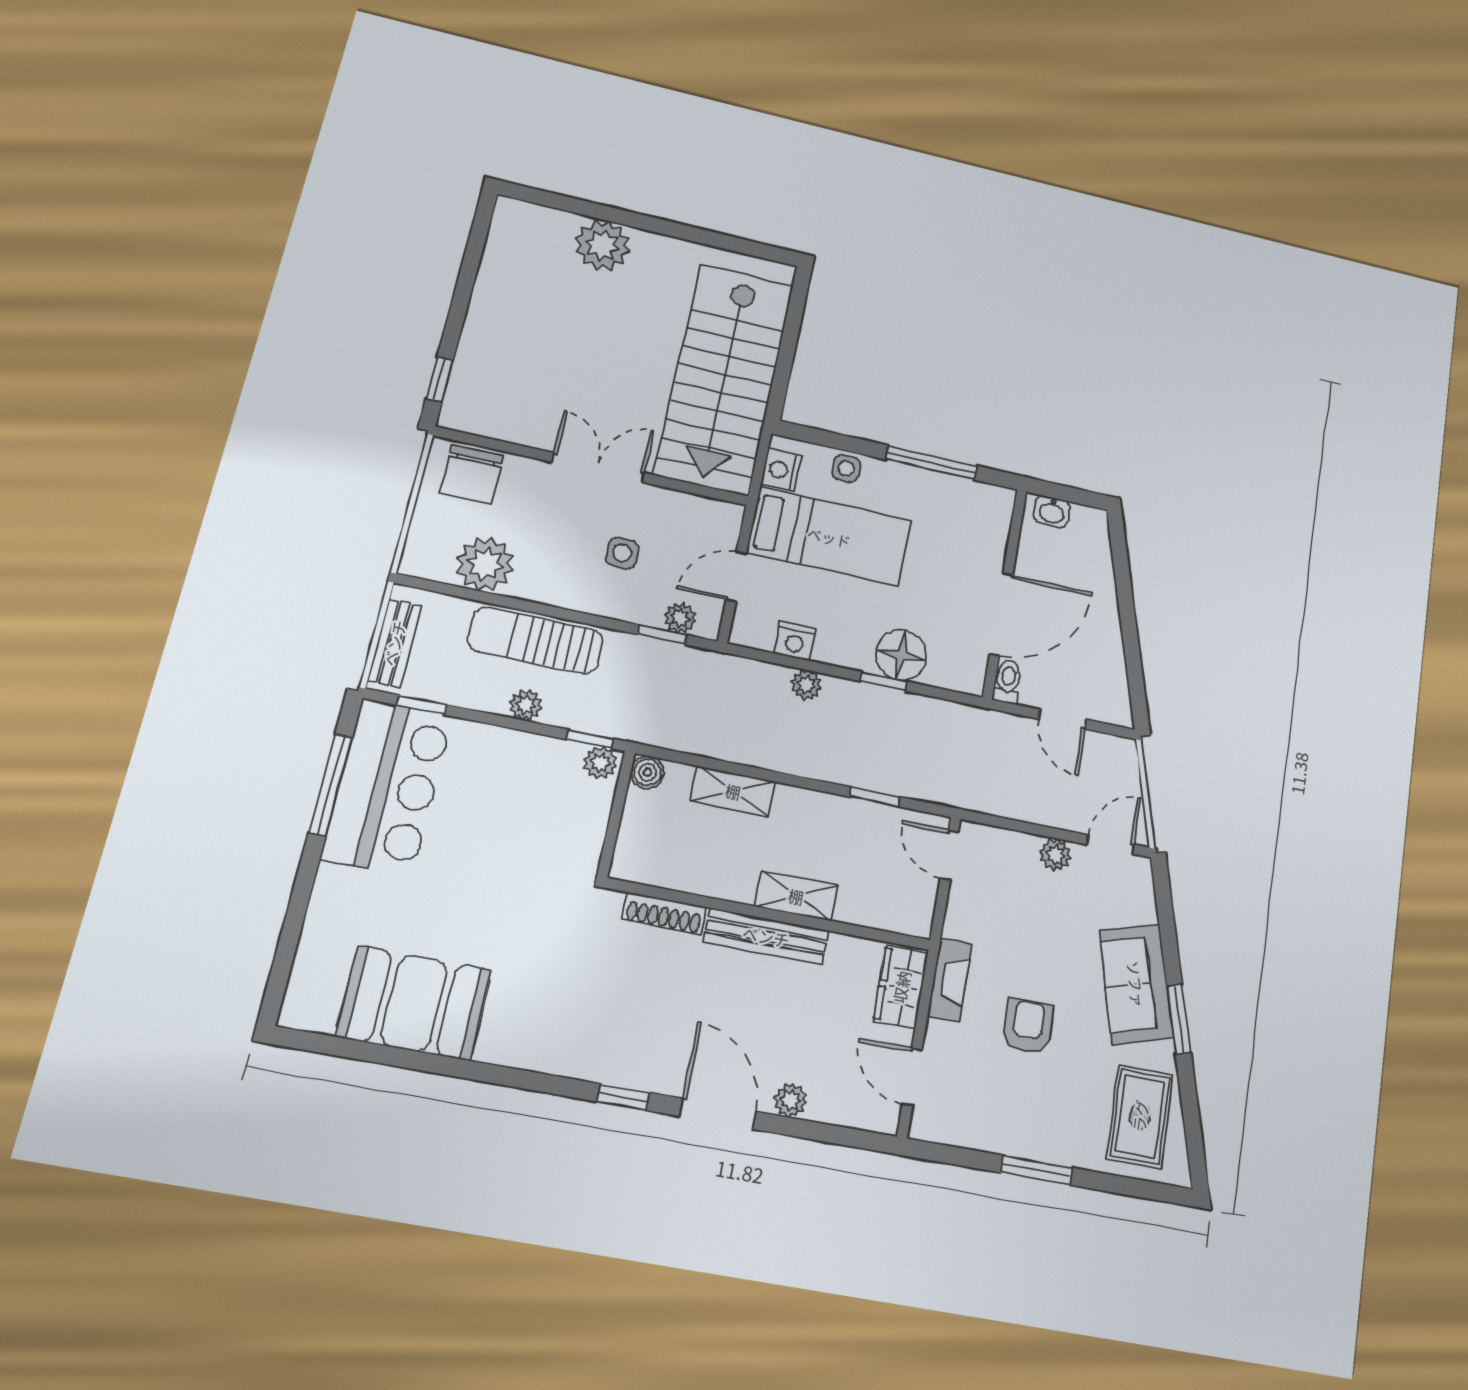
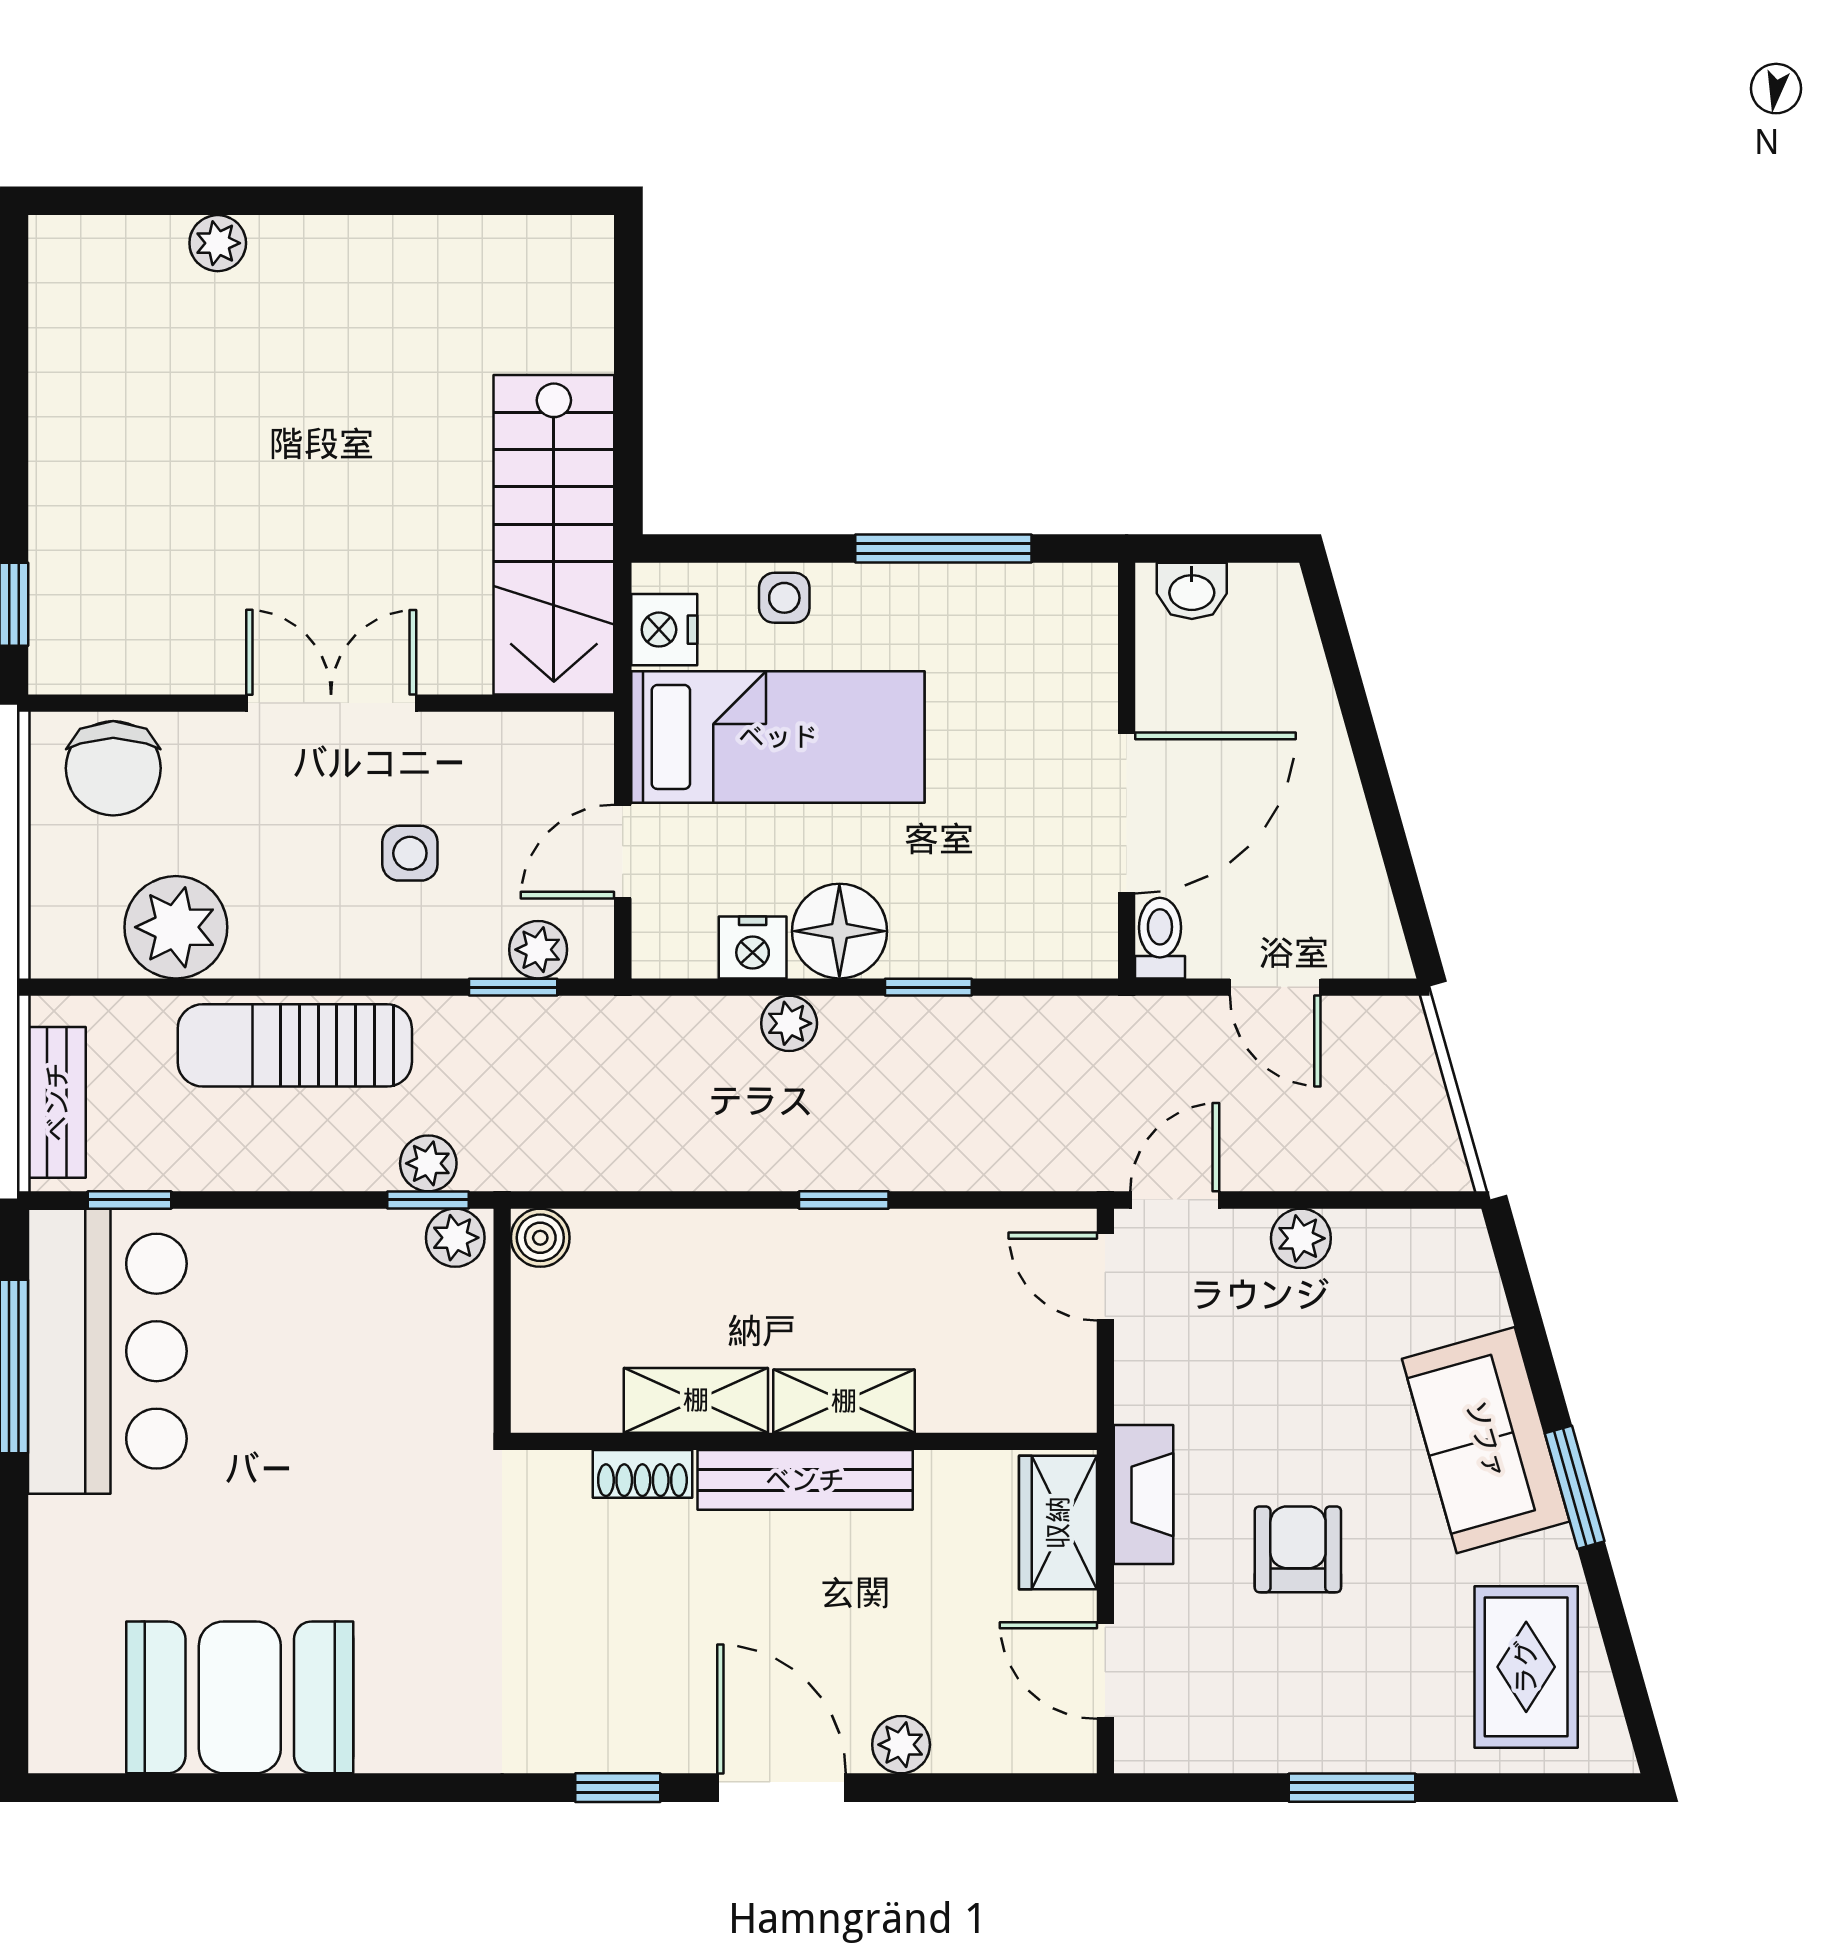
plant: (602, 245) -> (218, 243), width x0.53, depth x0.53
stairs: (724, 379) -> (554, 535), width x0.73, depth x0.66
floor lamp: (901, 655) -> (839, 931), moved
plant: (526, 705) -> (428, 1163), moved
shelving: (733, 791) -> (696, 1400), moved
window: (875, 797) -> (844, 1200), moved
door: (1111, 845) -> (1175, 1200), moved
shoe rack: (664, 913) -> (642, 1474), width x0.70

